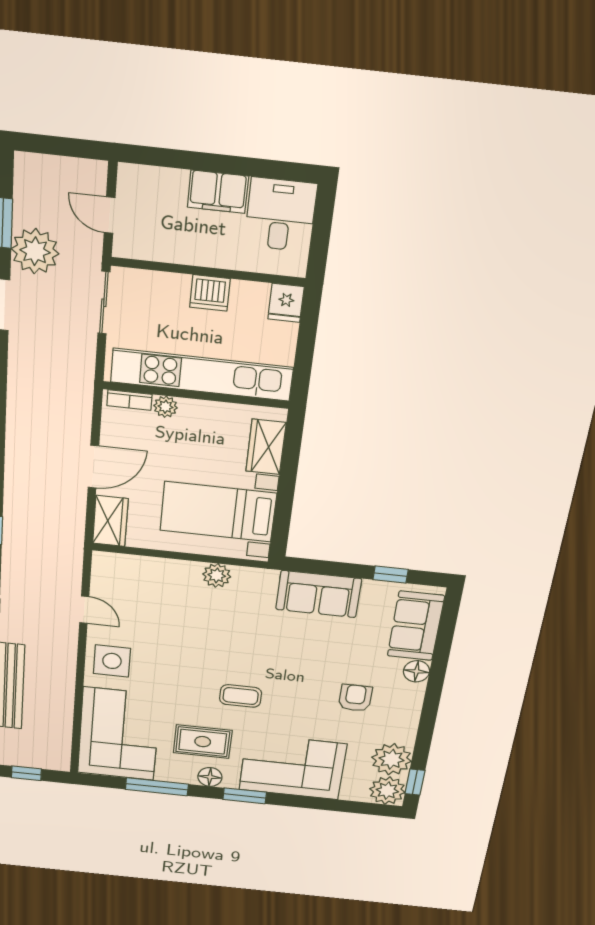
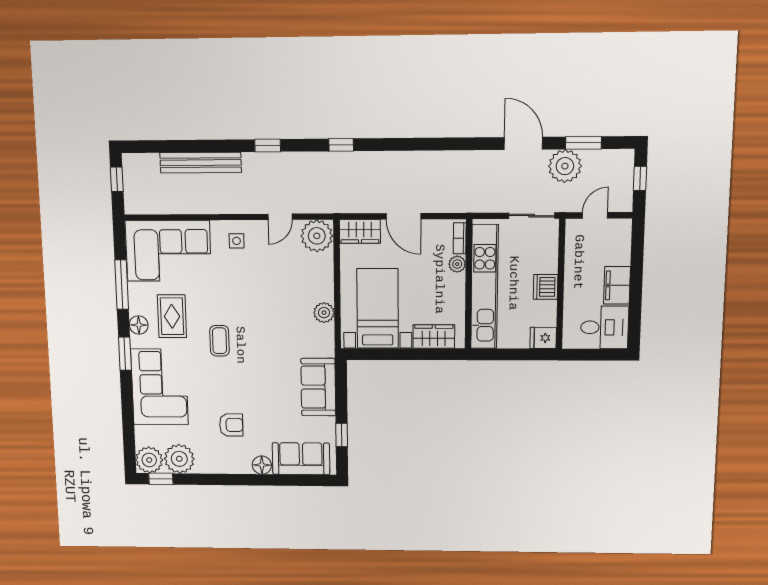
window: (58, 146) -> (640, 178), added
plant: (112, 572) -> (317, 236), added
side table: (112, 661) -> (237, 241), width x0.54, depth x0.54

